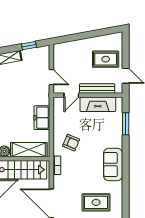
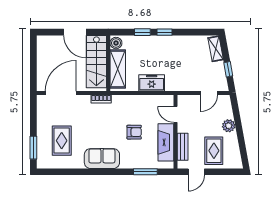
plant: (82, 45) -> (229, 126), added
door: (51, 77) -> (209, 93), moved
bench: (97, 88) -> (183, 147), width x0.73
armchair: (71, 143) -> (134, 132), moved, turned -113

